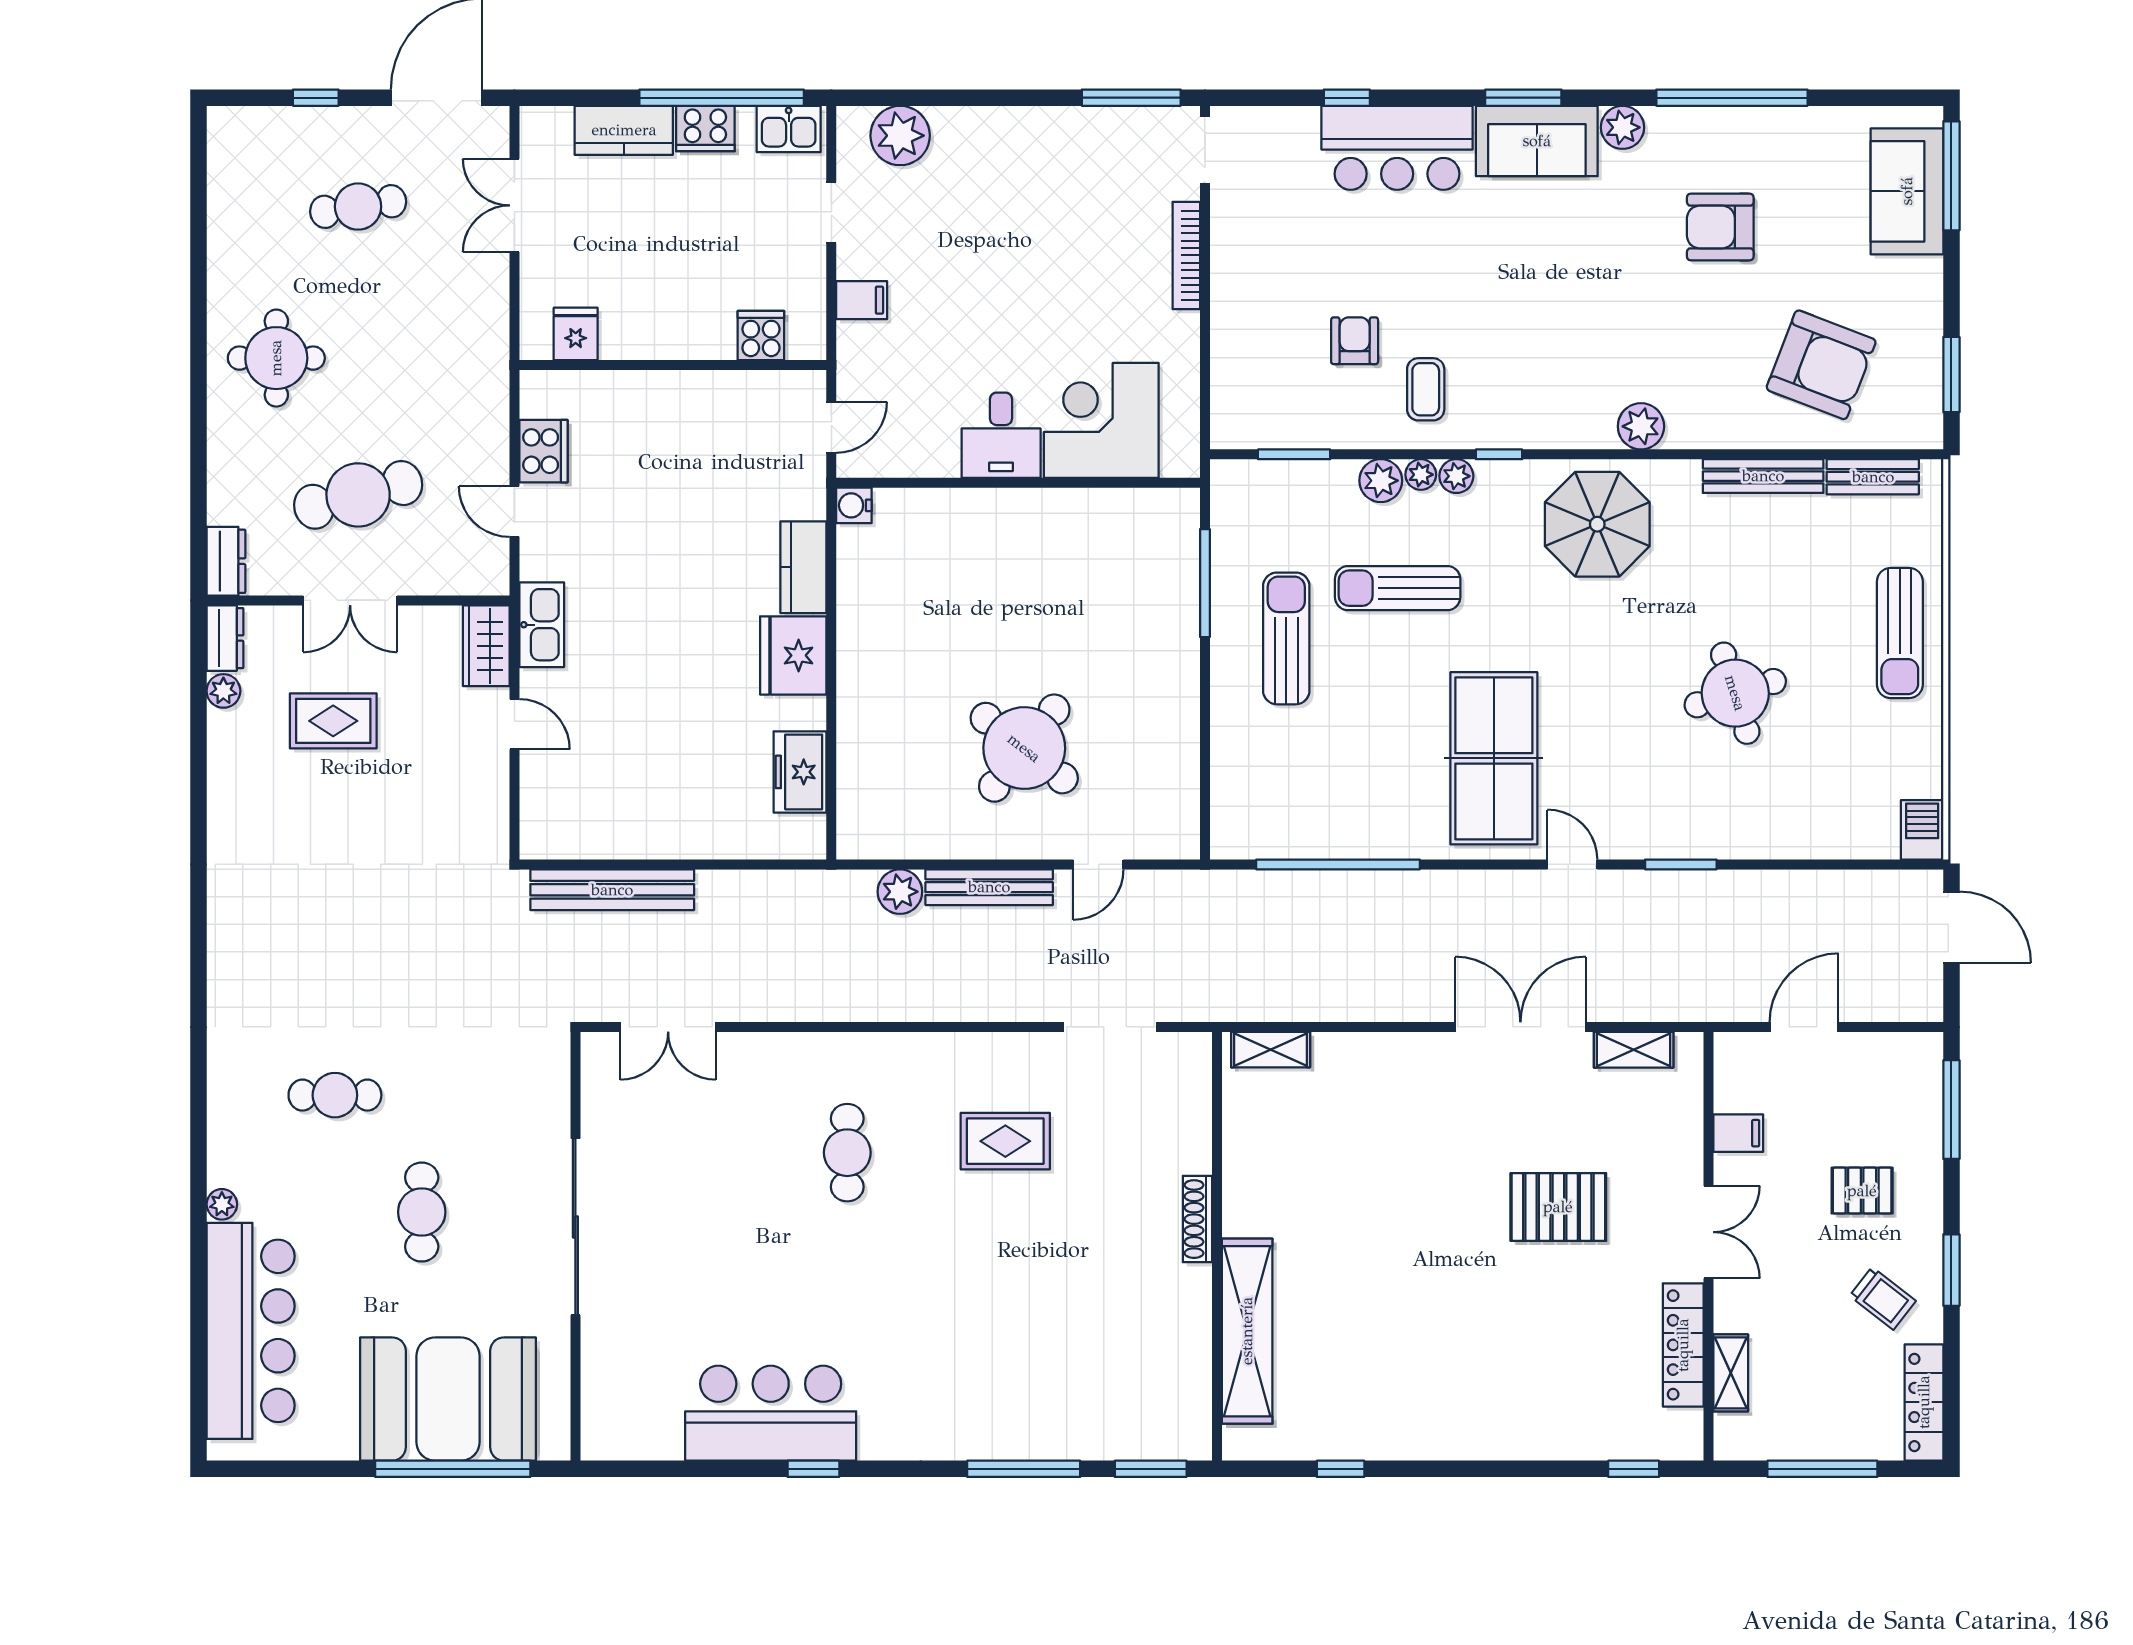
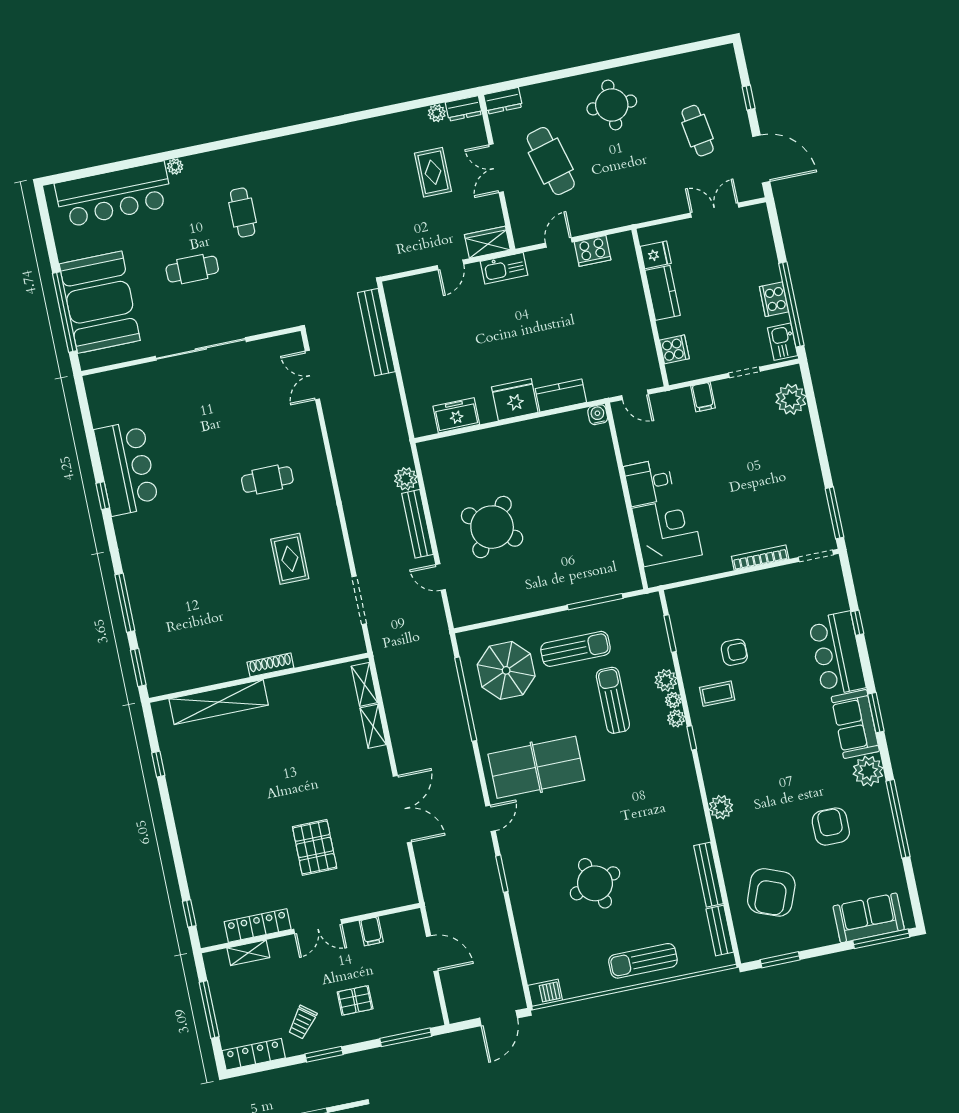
plant: (1623, 127) -> (868, 771), width x1.36, depth x1.36
kitchen counter: (624, 130) -> (663, 293), moved, turned 180
parasol: (1597, 524) -> (506, 670), moved
shelving: (1634, 1050) -> (373, 726), moved
pallet: (1862, 1191) -> (355, 1000), turned 90

